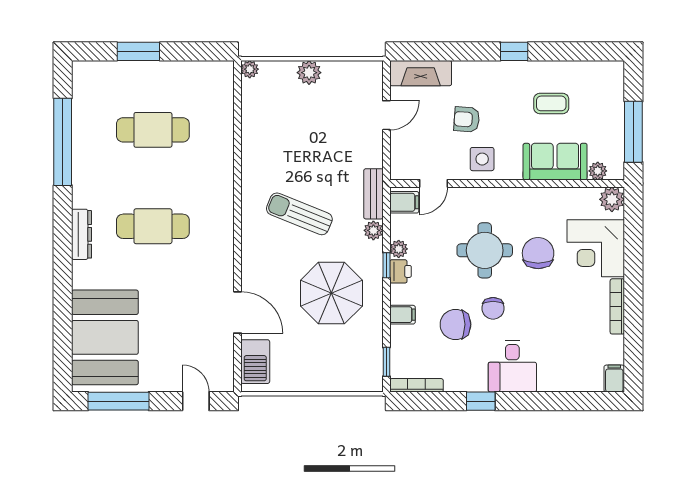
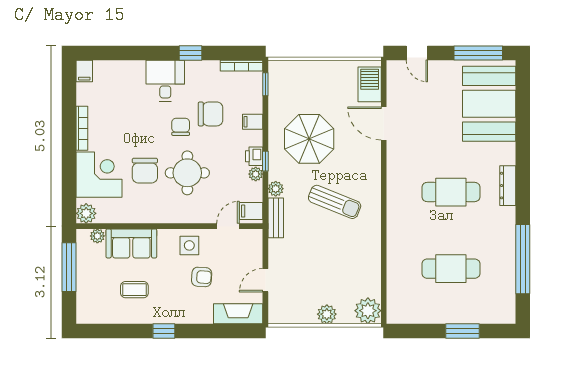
plant: (250, 69) -> (368, 311), width x1.87, depth x1.87

